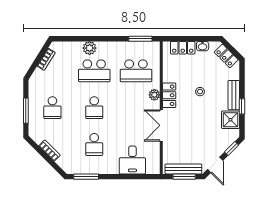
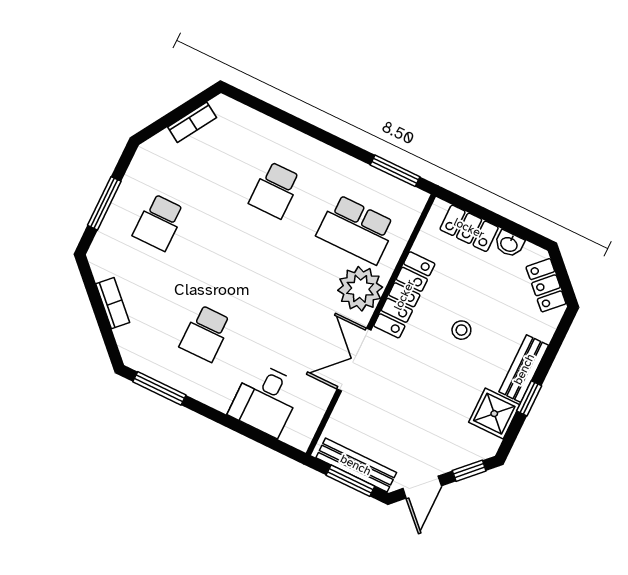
plant: (90, 48) -> (287, 141), removed
school desk: (94, 71) -> (275, 190), width x0.54
plant: (154, 95) -> (360, 289), width x1.88, depth x1.88
locker: (169, 95) -> (404, 295), width x1.53
school desk: (94, 108) -> (240, 262), removed

